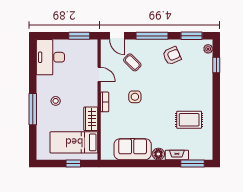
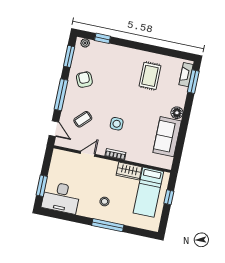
window: (79, 36) -> (42, 186), moved
door: (117, 36) -> (54, 129), hinge flipped
fireplace: (177, 155) -> (186, 75), moved

